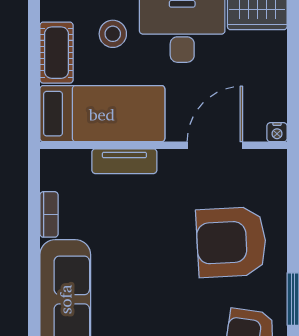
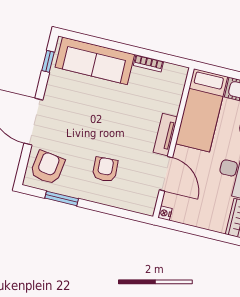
tv unit: (124, 161) -> (165, 135), moved
armchair: (231, 242) -> (105, 169), width x0.53, depth x0.53

